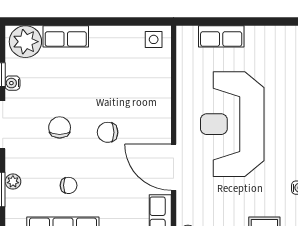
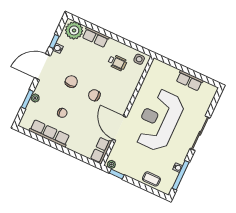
row of seats: (221, 36) -> (189, 81), moved
wheelchair: (121, 62) -> (117, 63), added

